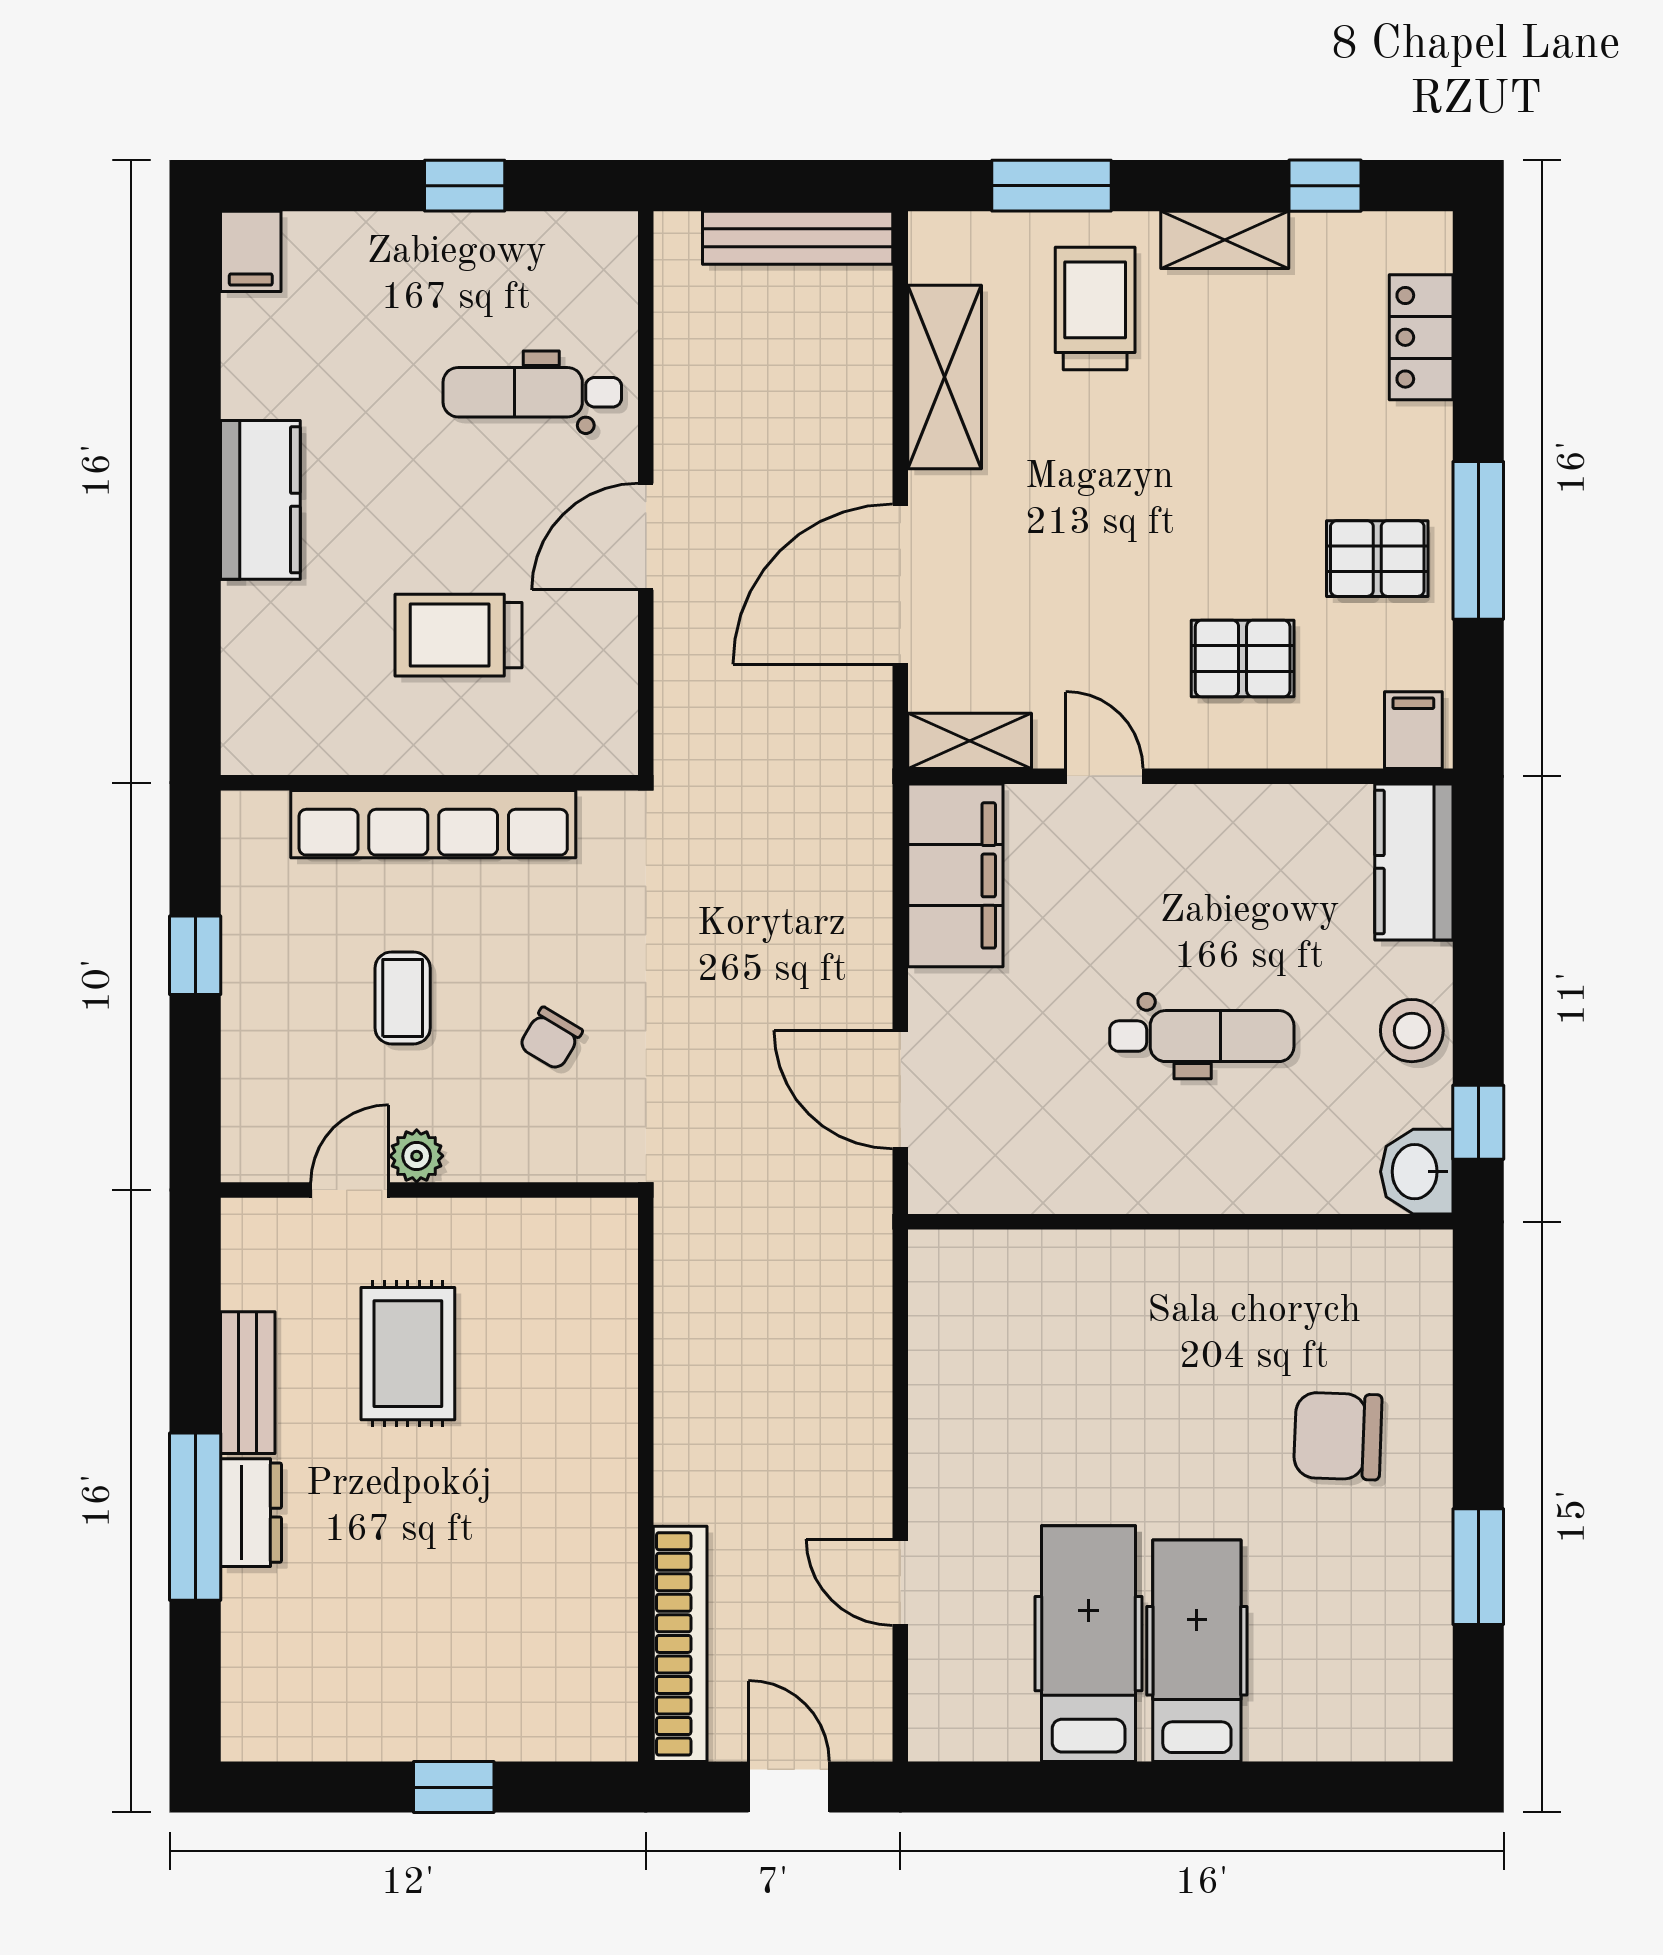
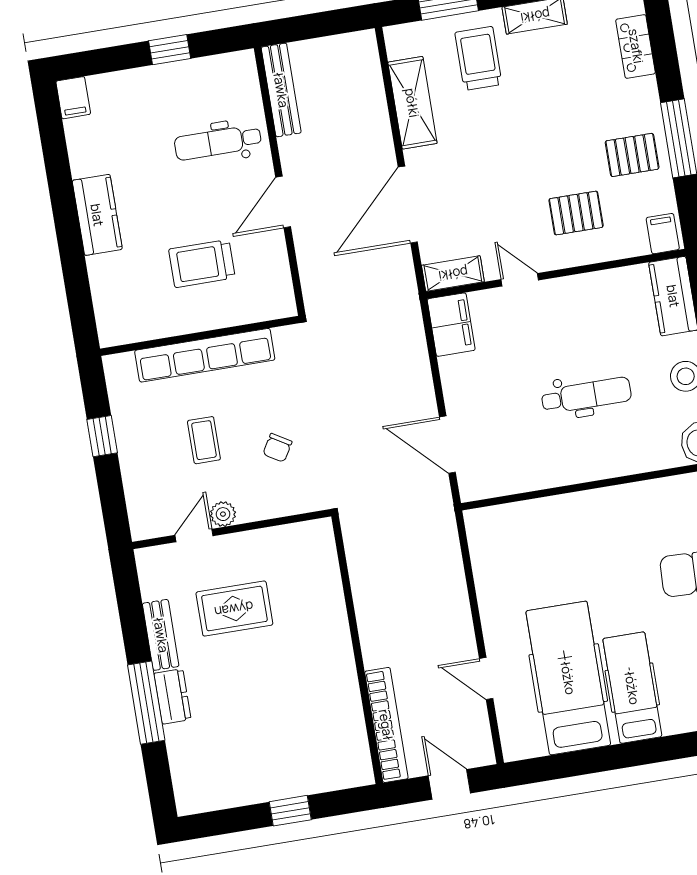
bench: (798, 238) -> (281, 90), moved, turned 90
filing cabinet: (955, 875) -> (451, 325), width x0.67, depth x0.86
rug: (408, 1354) -> (234, 609), turned 90
hospital bed: (1089, 1644) -> (568, 678), width x1.37, depth x1.29

